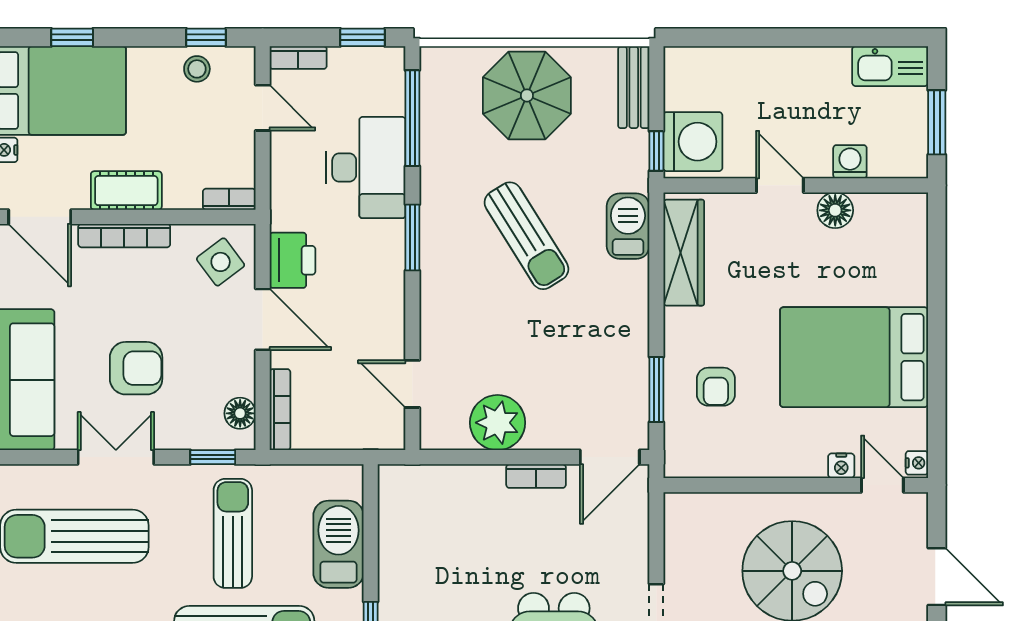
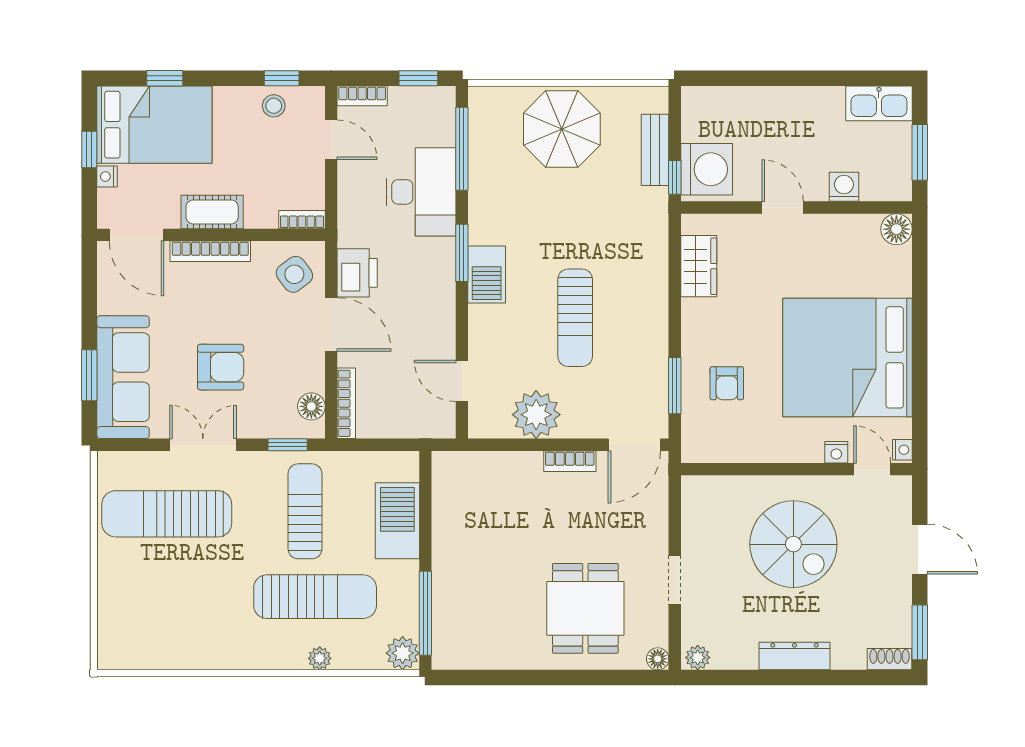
bench: (634, 87) -> (655, 150), moved
floor lamp: (835, 210) -> (896, 229), moved
barbecue: (628, 226) -> (487, 275), moved, turned 180
sun lounger: (526, 236) -> (575, 318), moved, turned 32
wardrobe: (684, 253) -> (699, 266), width x0.67
bed: (854, 357) -> (847, 357), width x1.36

